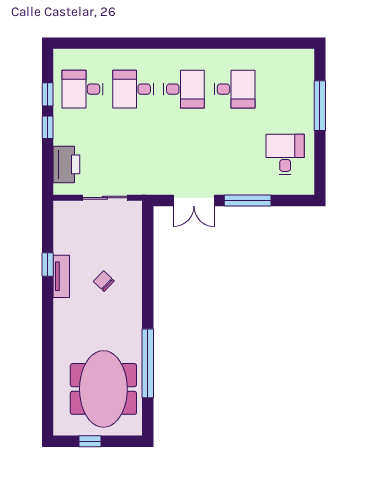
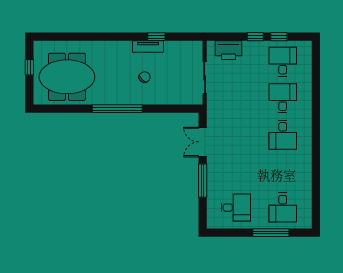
desk: (234, 89) -> (283, 208), moved
window: (148, 363) -> (117, 109), moved

